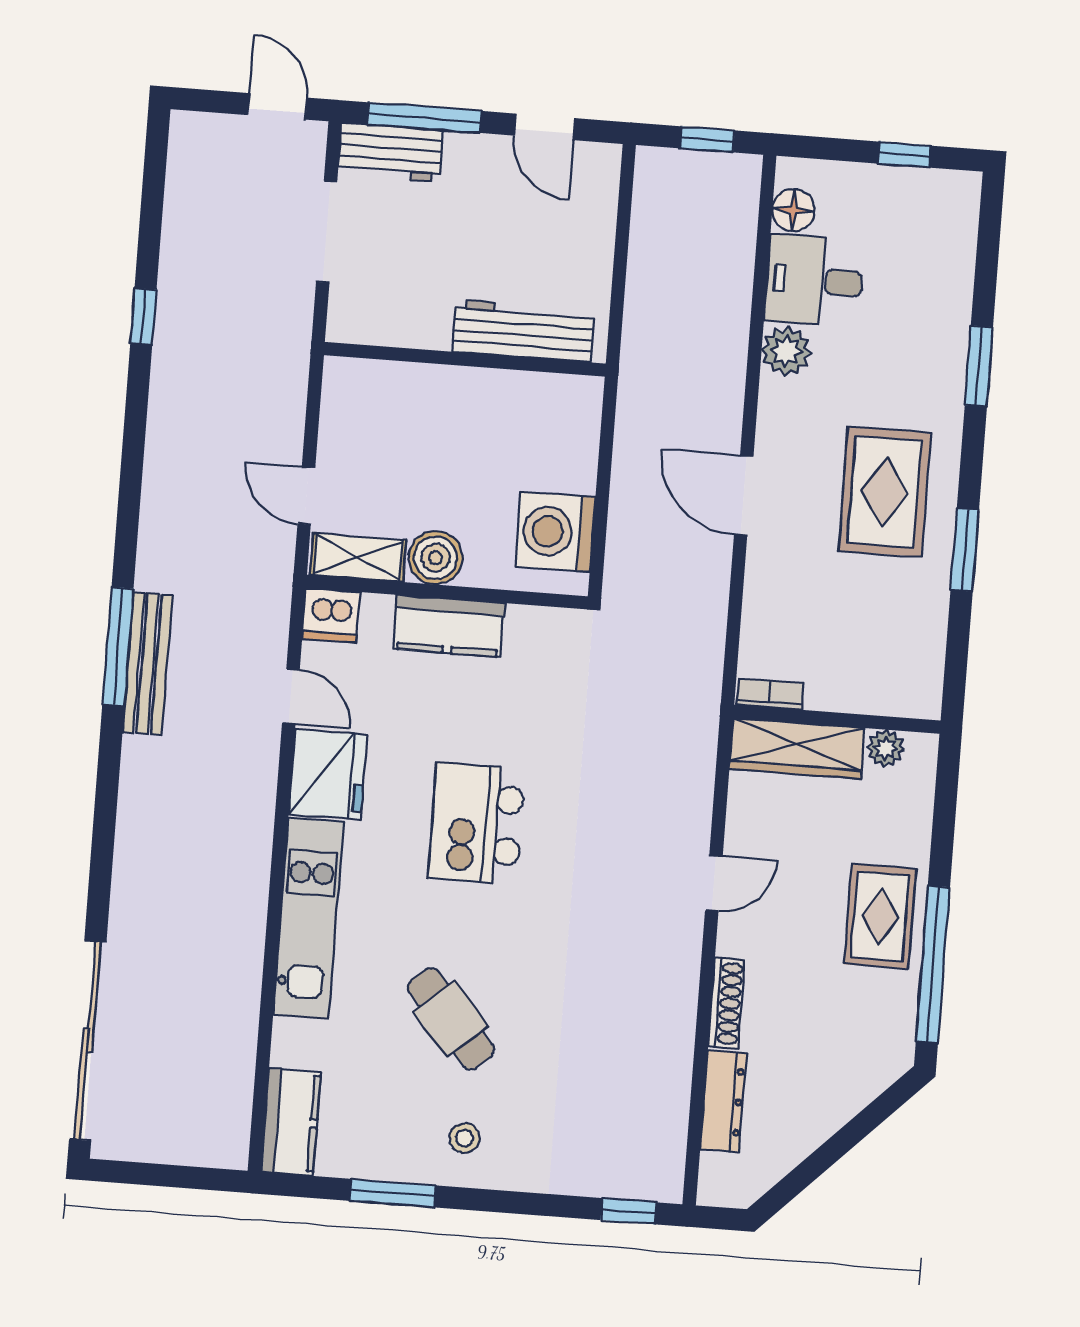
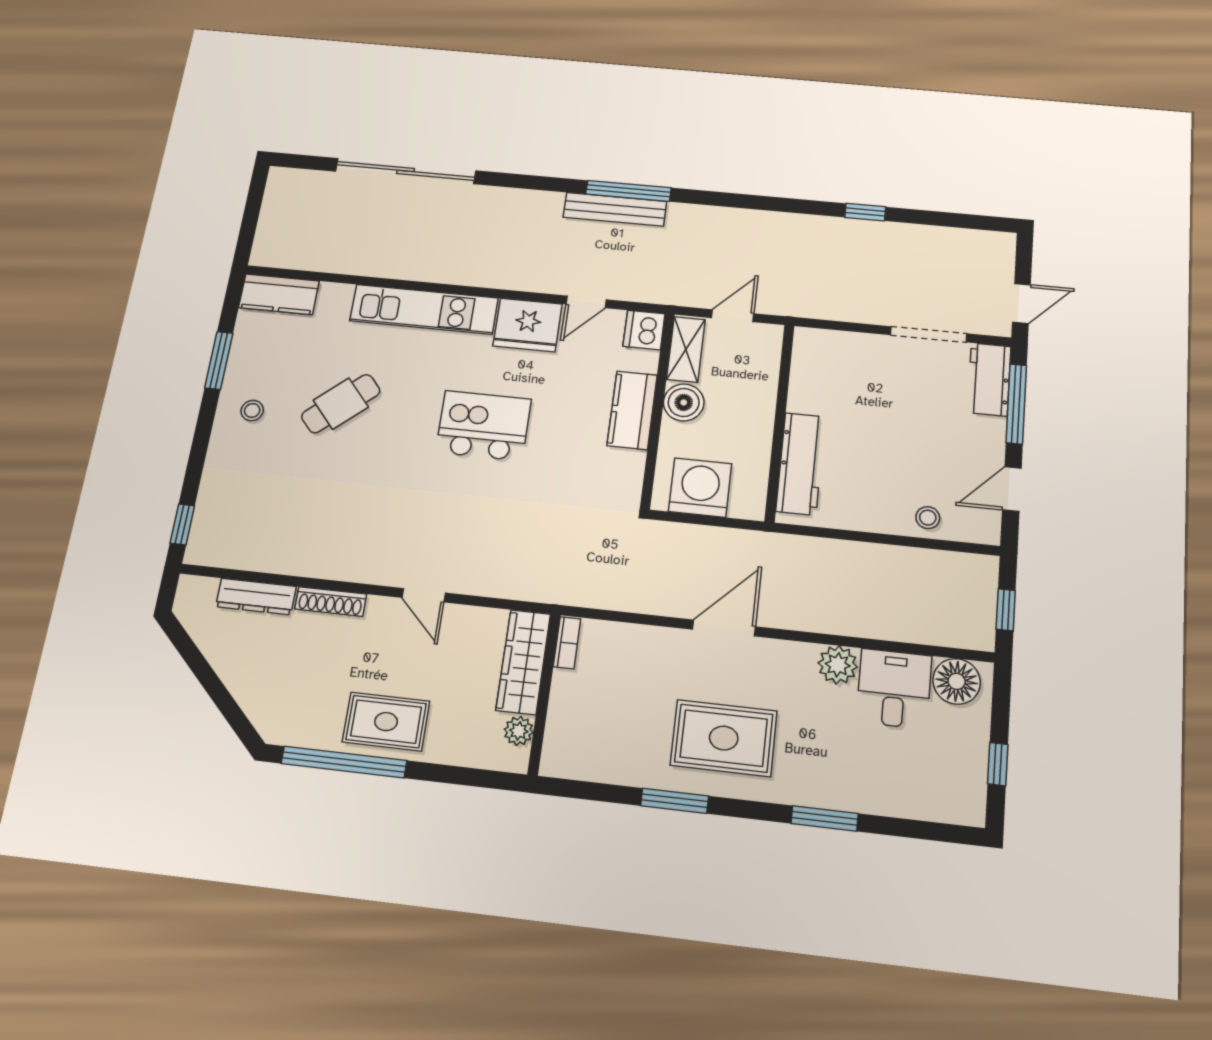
floor lamp: (794, 210) -> (957, 681), width x1.38, depth x1.38
stool: (587, 236) -> (928, 518), added
workbench: (523, 331) -> (800, 464), moved
wall: (465, 359) -> (780, 422), moved
sliding door: (88, 1041) -> (406, 171), moved

